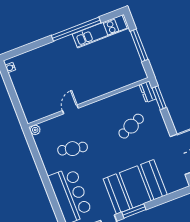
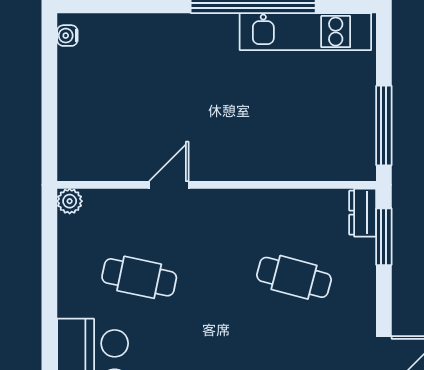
window: (139, 45) -> (384, 126), moved
cafe table: (131, 126) -> (294, 277), turned 39

